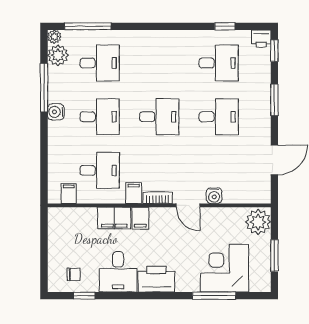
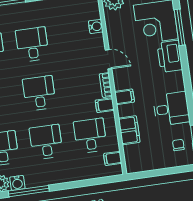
water cooler: (56, 112) -> (17, 183), moved
water cooler: (214, 196) -> (96, 26), moved
door: (188, 205) -> (108, 59), hinge flipped
filing cabinet: (114, 218) -> (129, 130), moved
printer: (156, 279) -> (170, 56), moved

